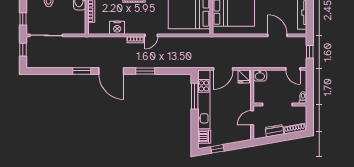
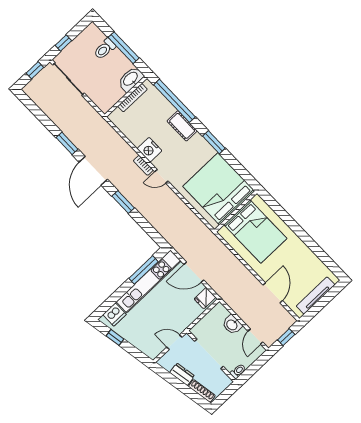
nightstand: (117, 28) -> (150, 150), moved
washbasin: (260, 76) -> (232, 325), moved

